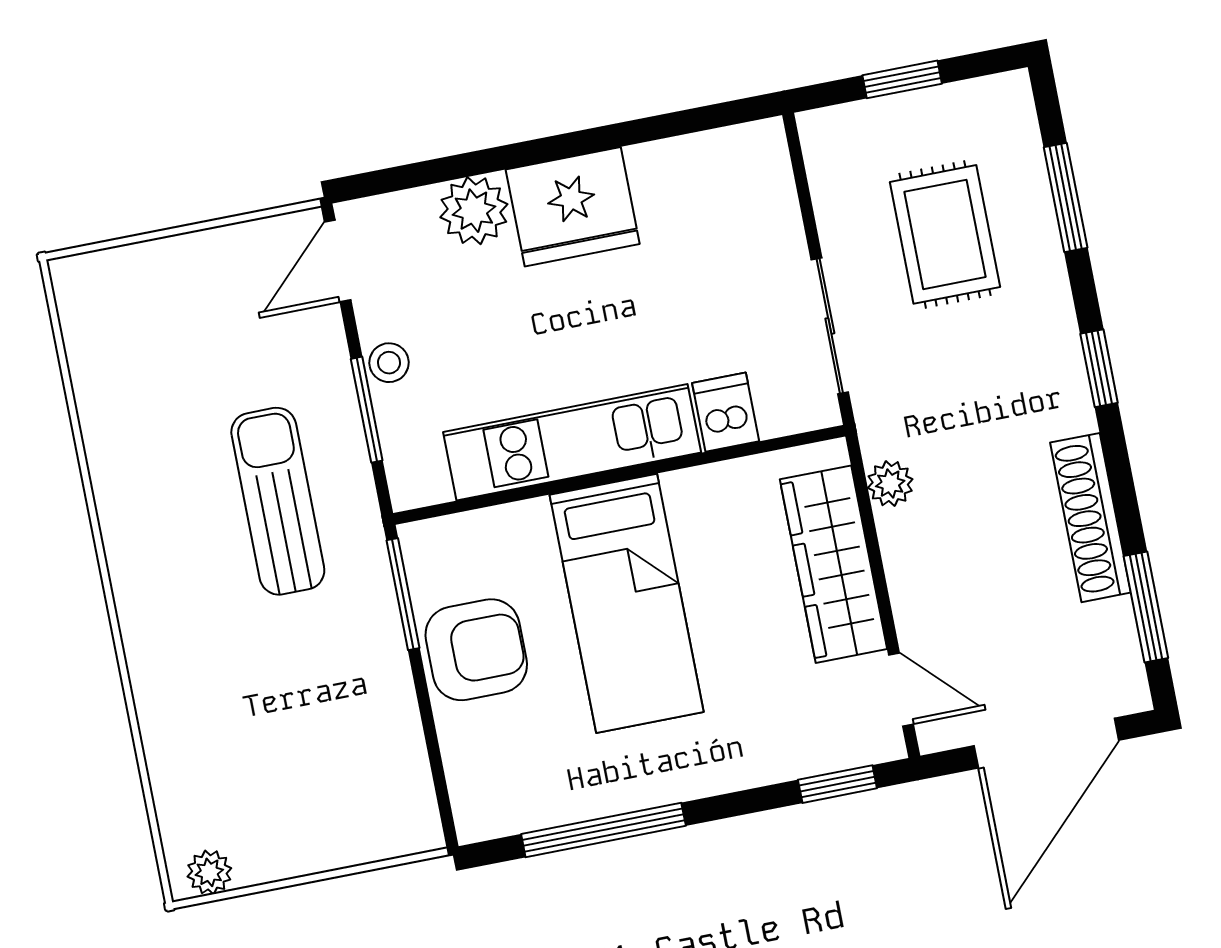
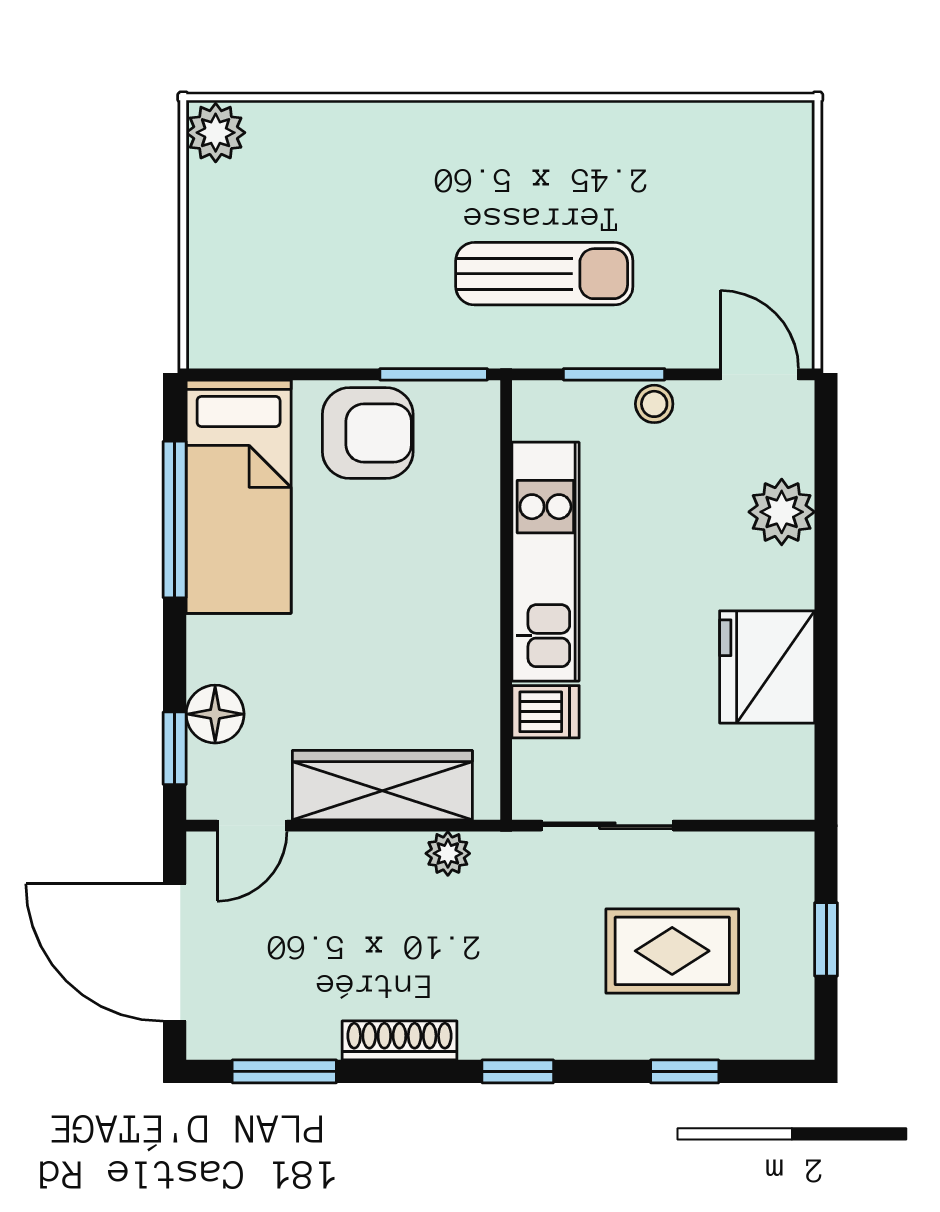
window: (1066, 198) -> (685, 1071), width x0.67
fridge: (573, 207) -> (767, 667), moved
shoe rack: (1091, 518) -> (399, 1040), width x0.74, depth x0.81
bed: (627, 603) -> (239, 497), moved, turned -90
armchair: (476, 650) -> (368, 433), turned -90
floor lamp: (794, 750) -> (215, 714), added
plant: (209, 872) -> (216, 133), width x1.38, depth x1.38

